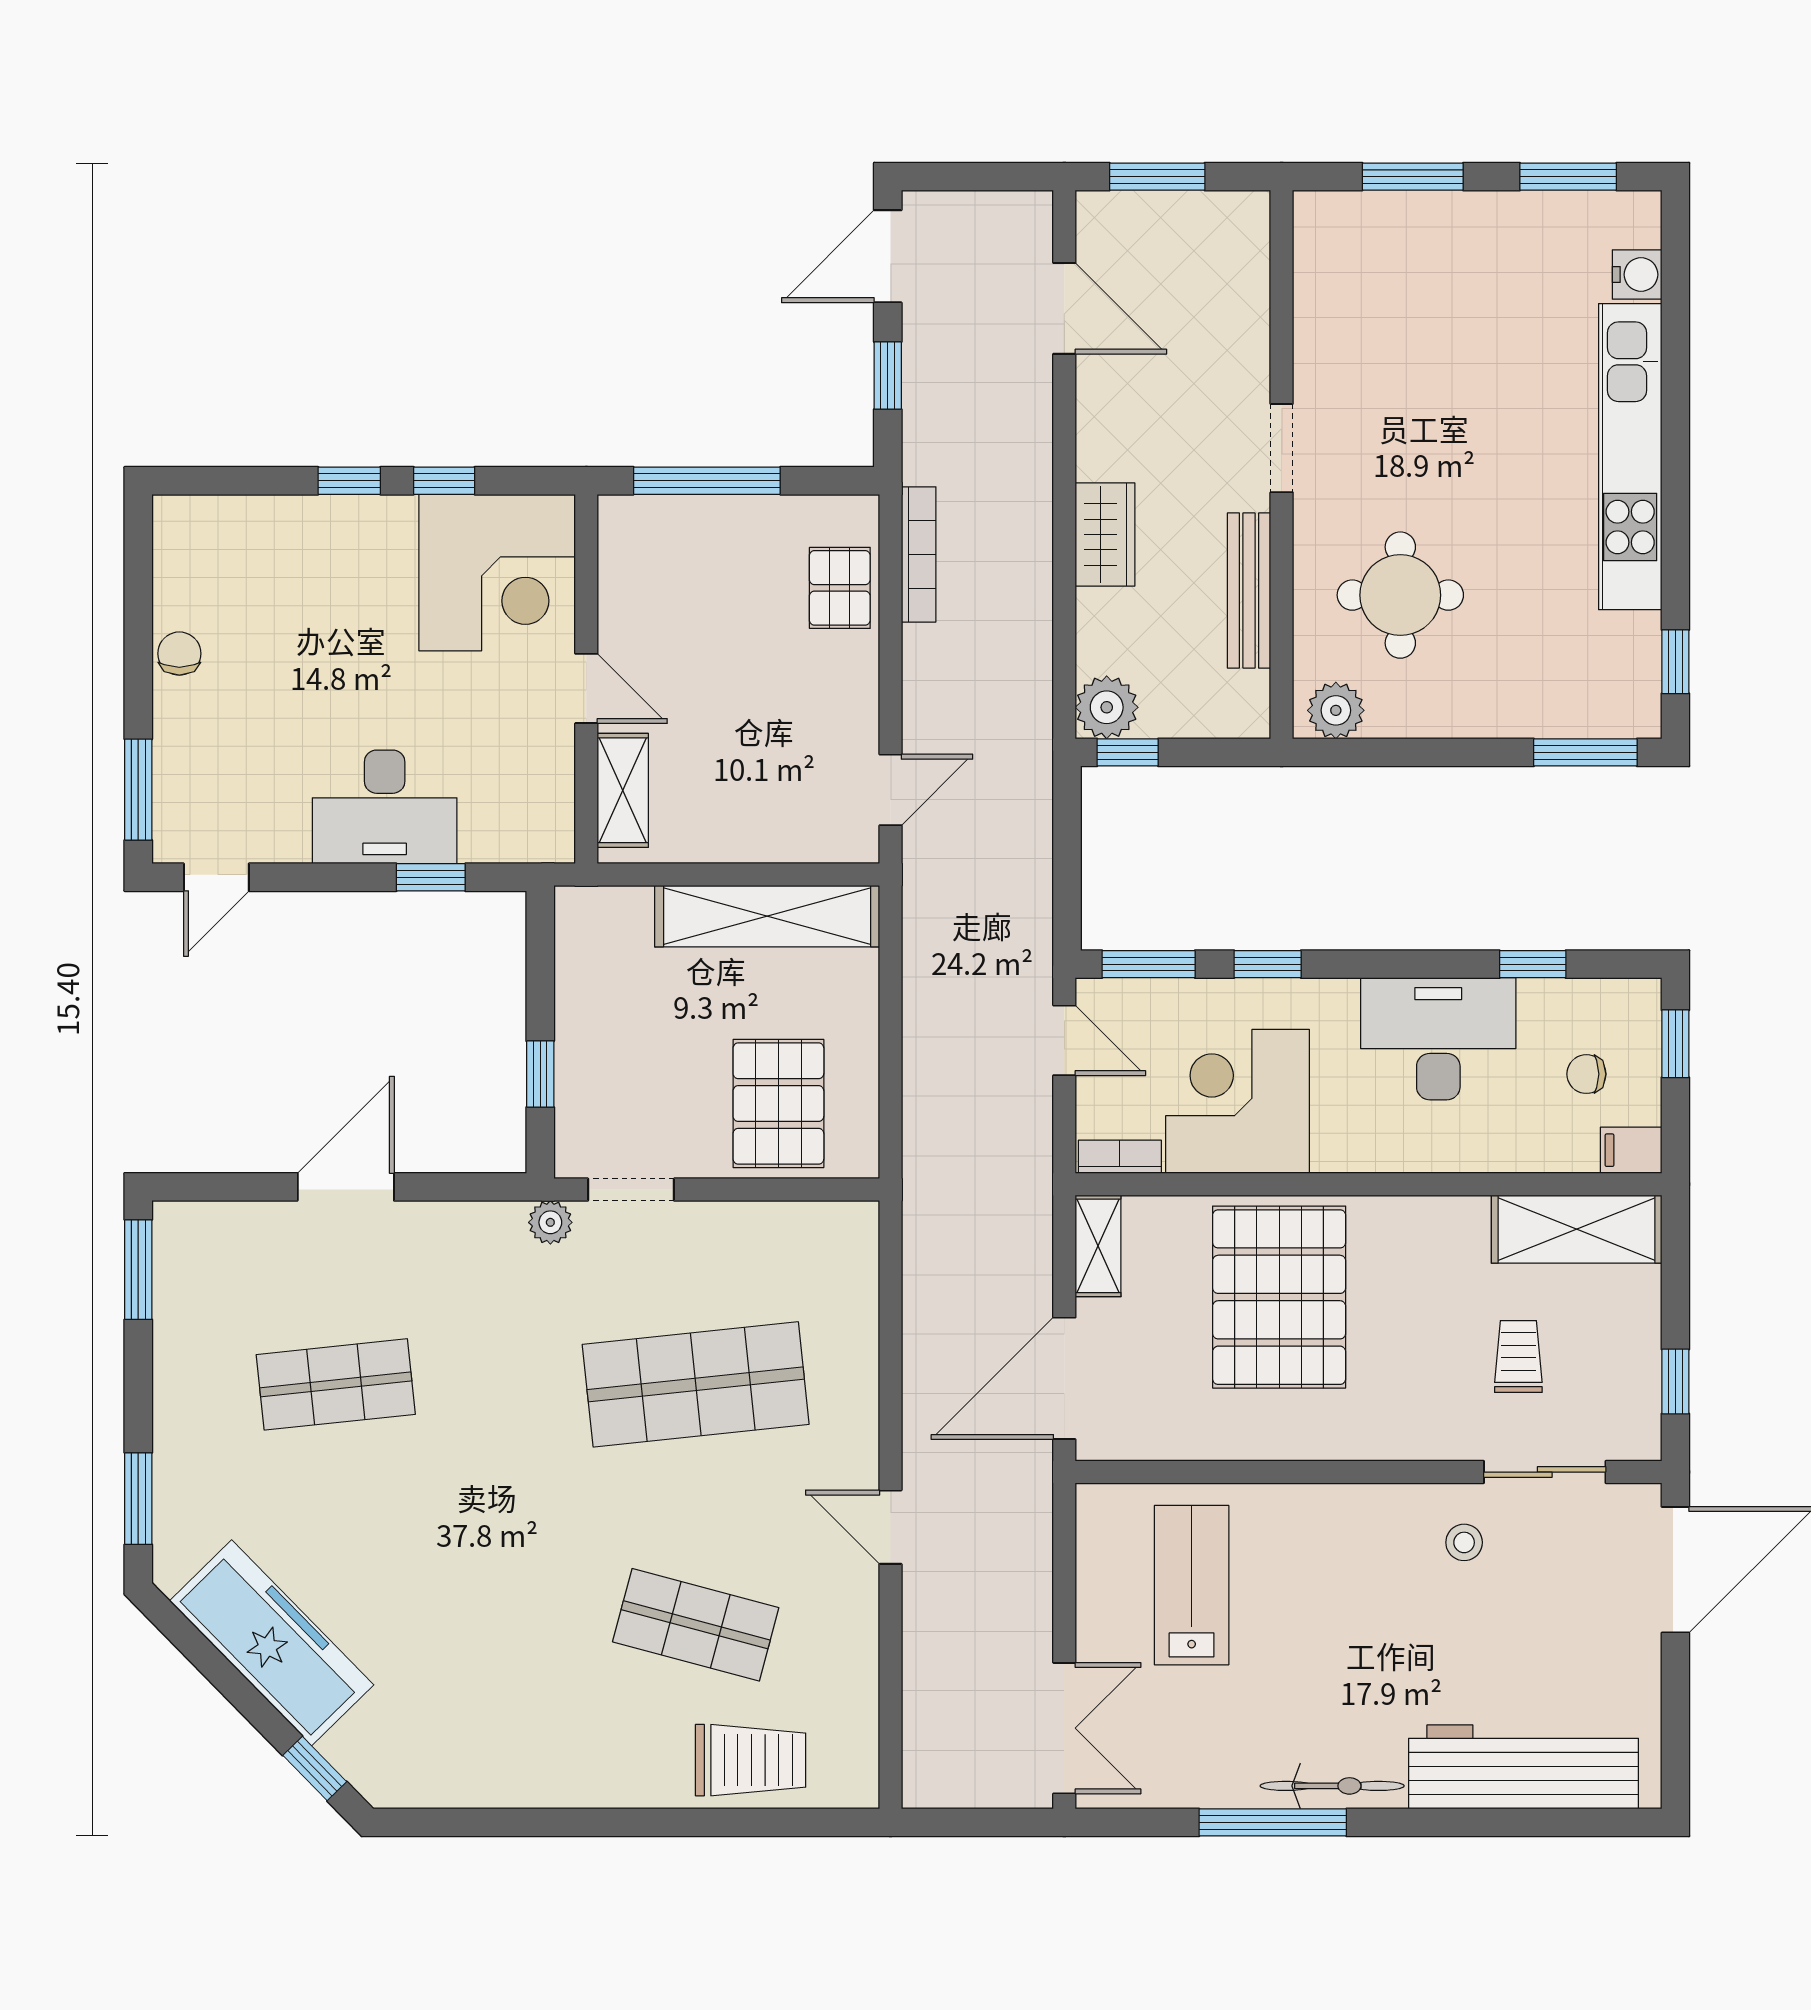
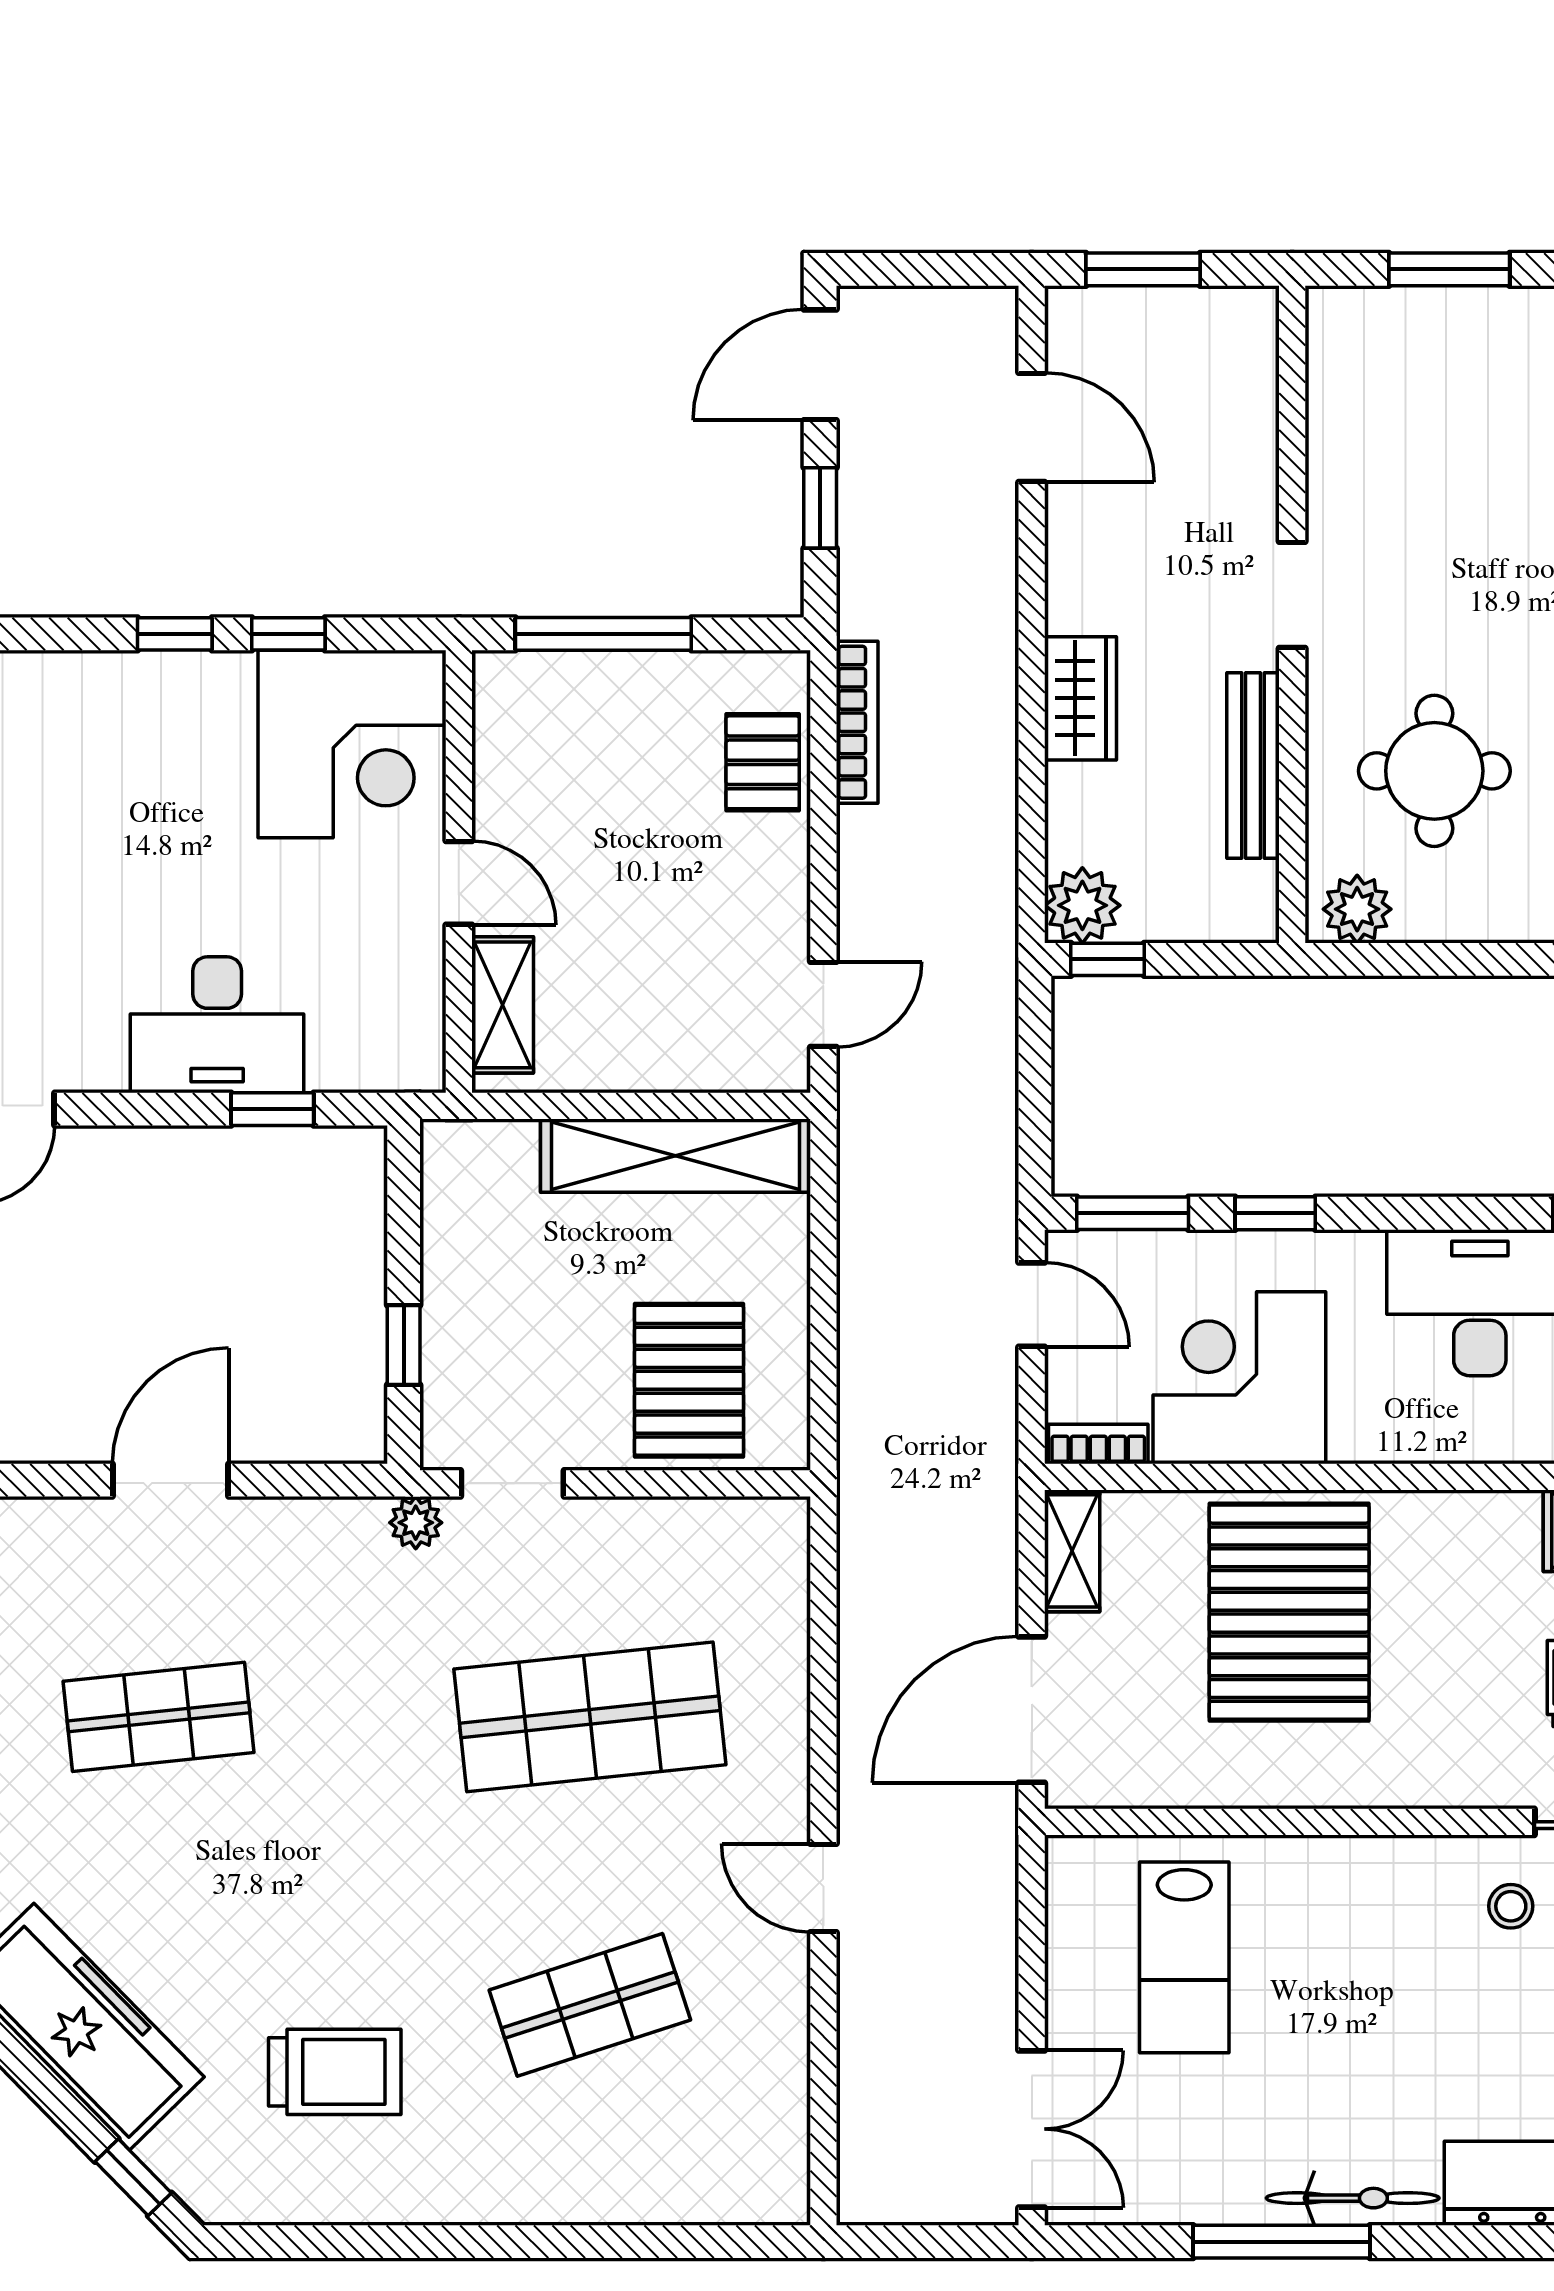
lab bench: (1192, 1585) -> (1184, 1957), turned 180
shop shelf: (696, 1625) -> (590, 2005), turned -33
trolley: (751, 1760) -> (335, 2072), moved

